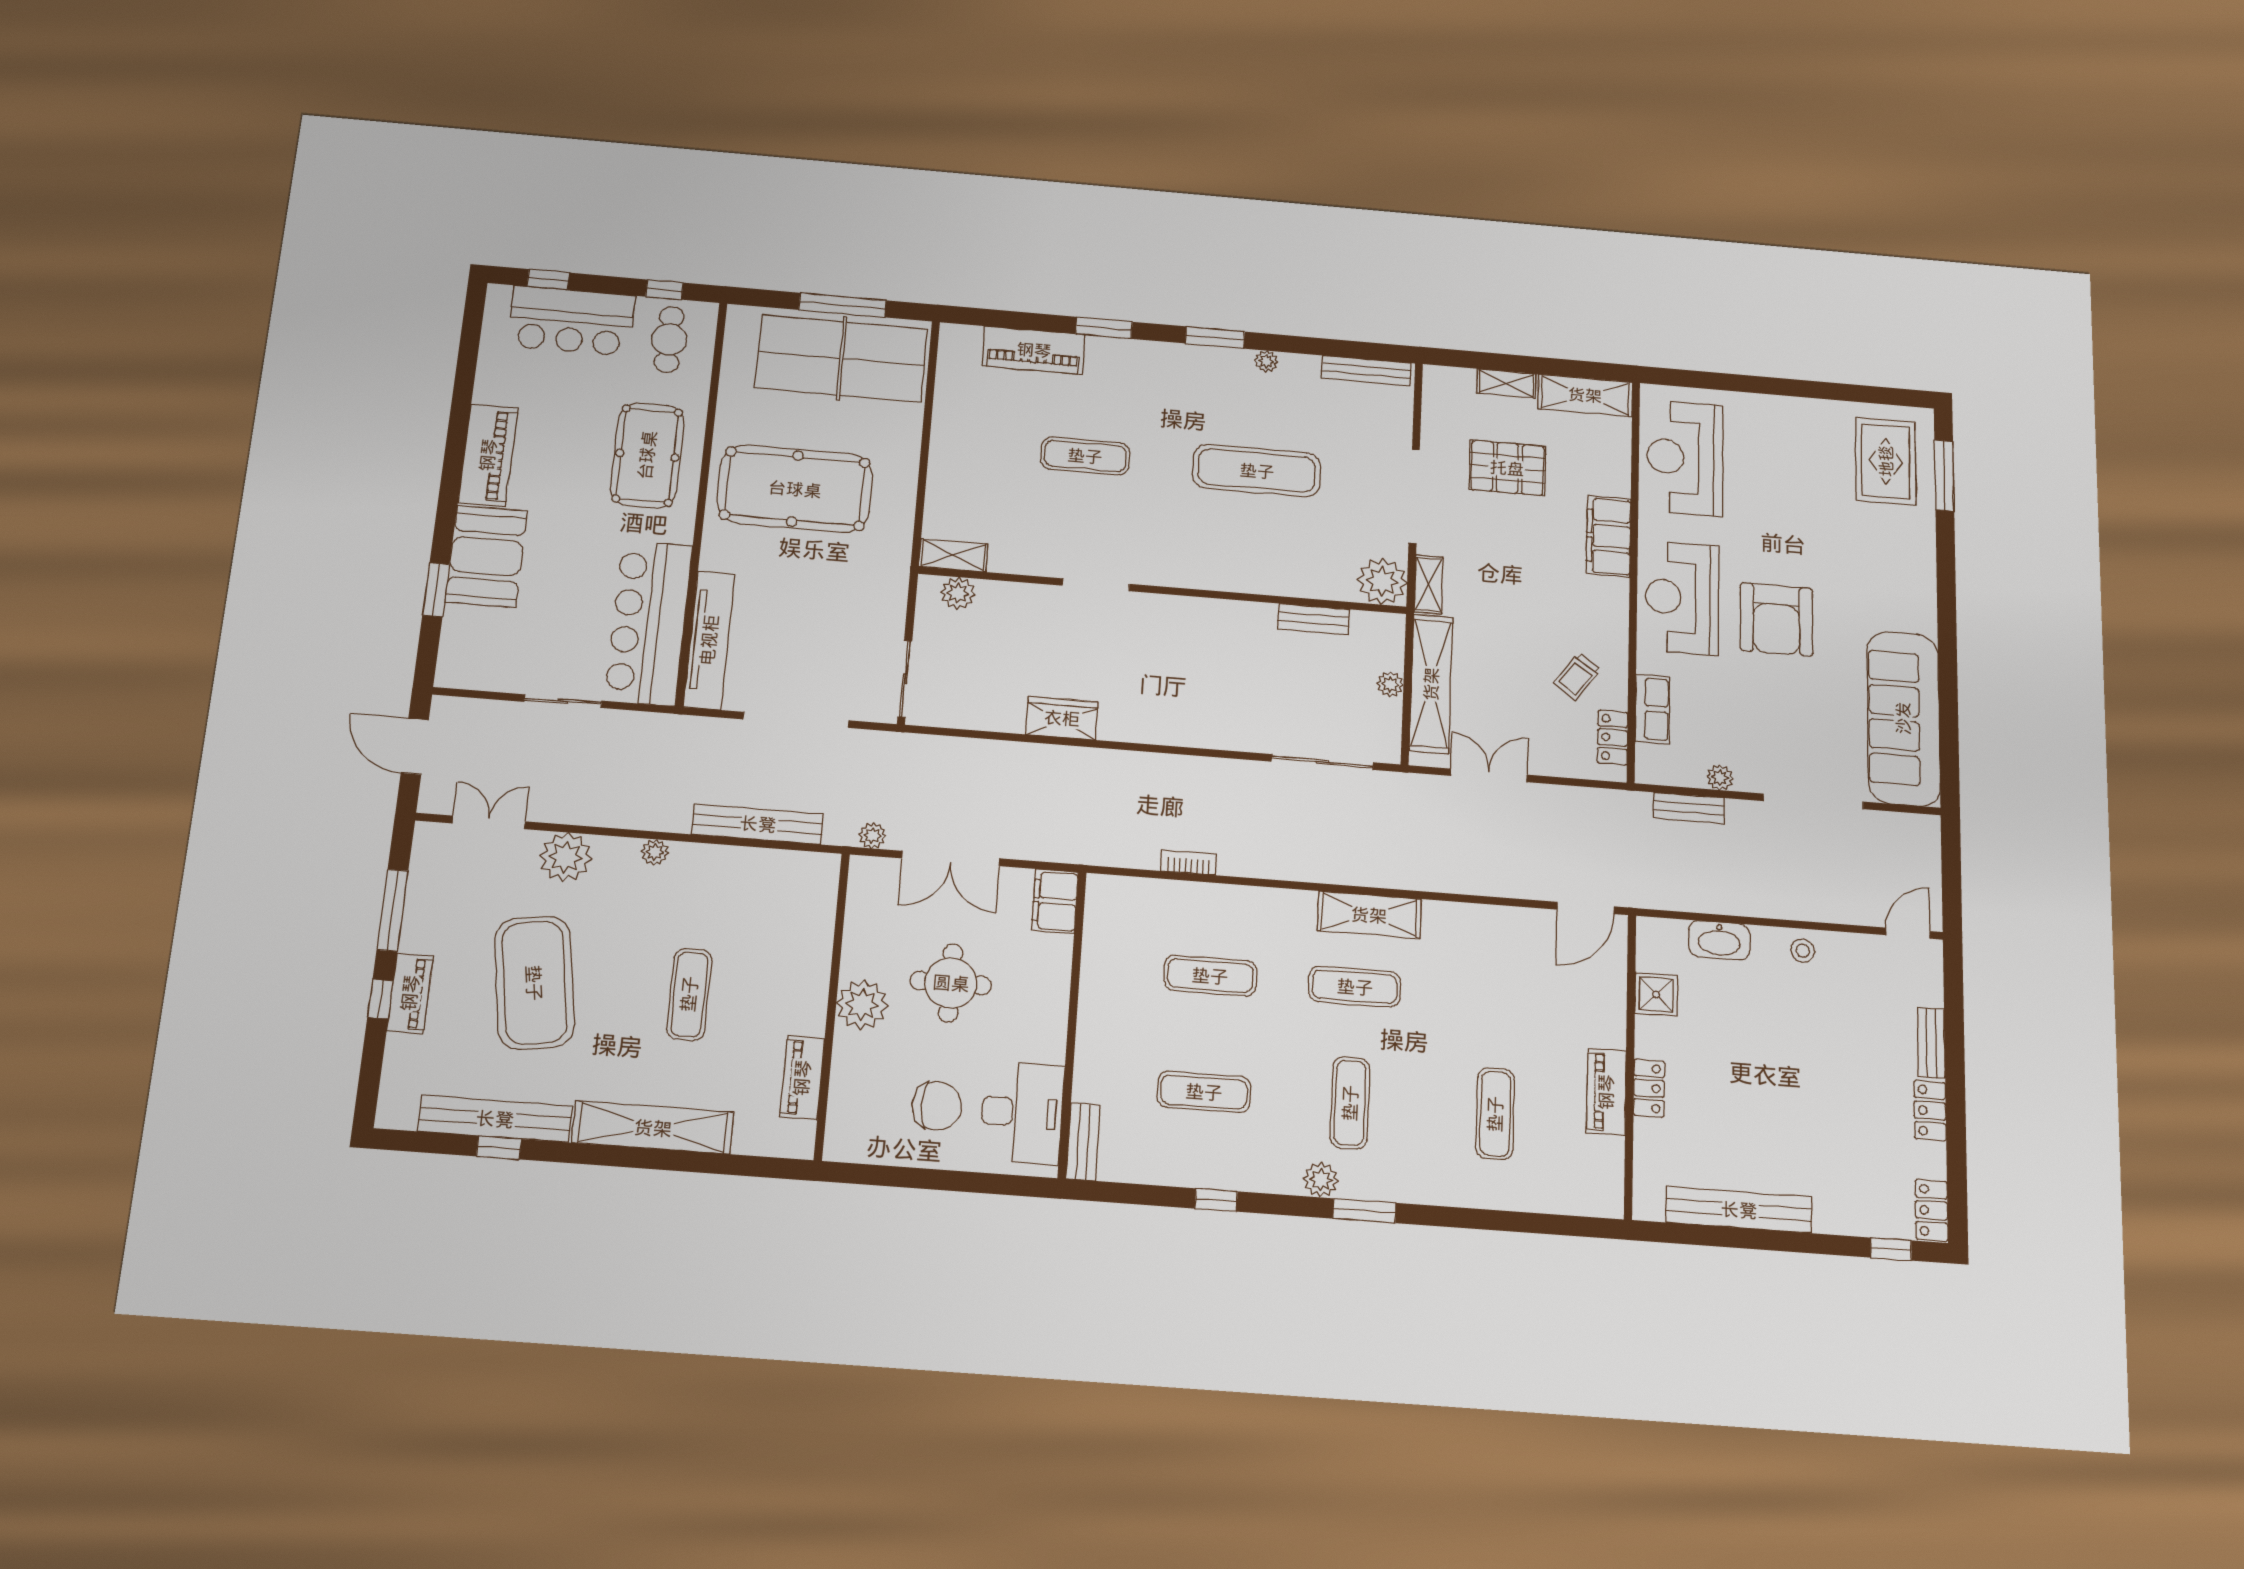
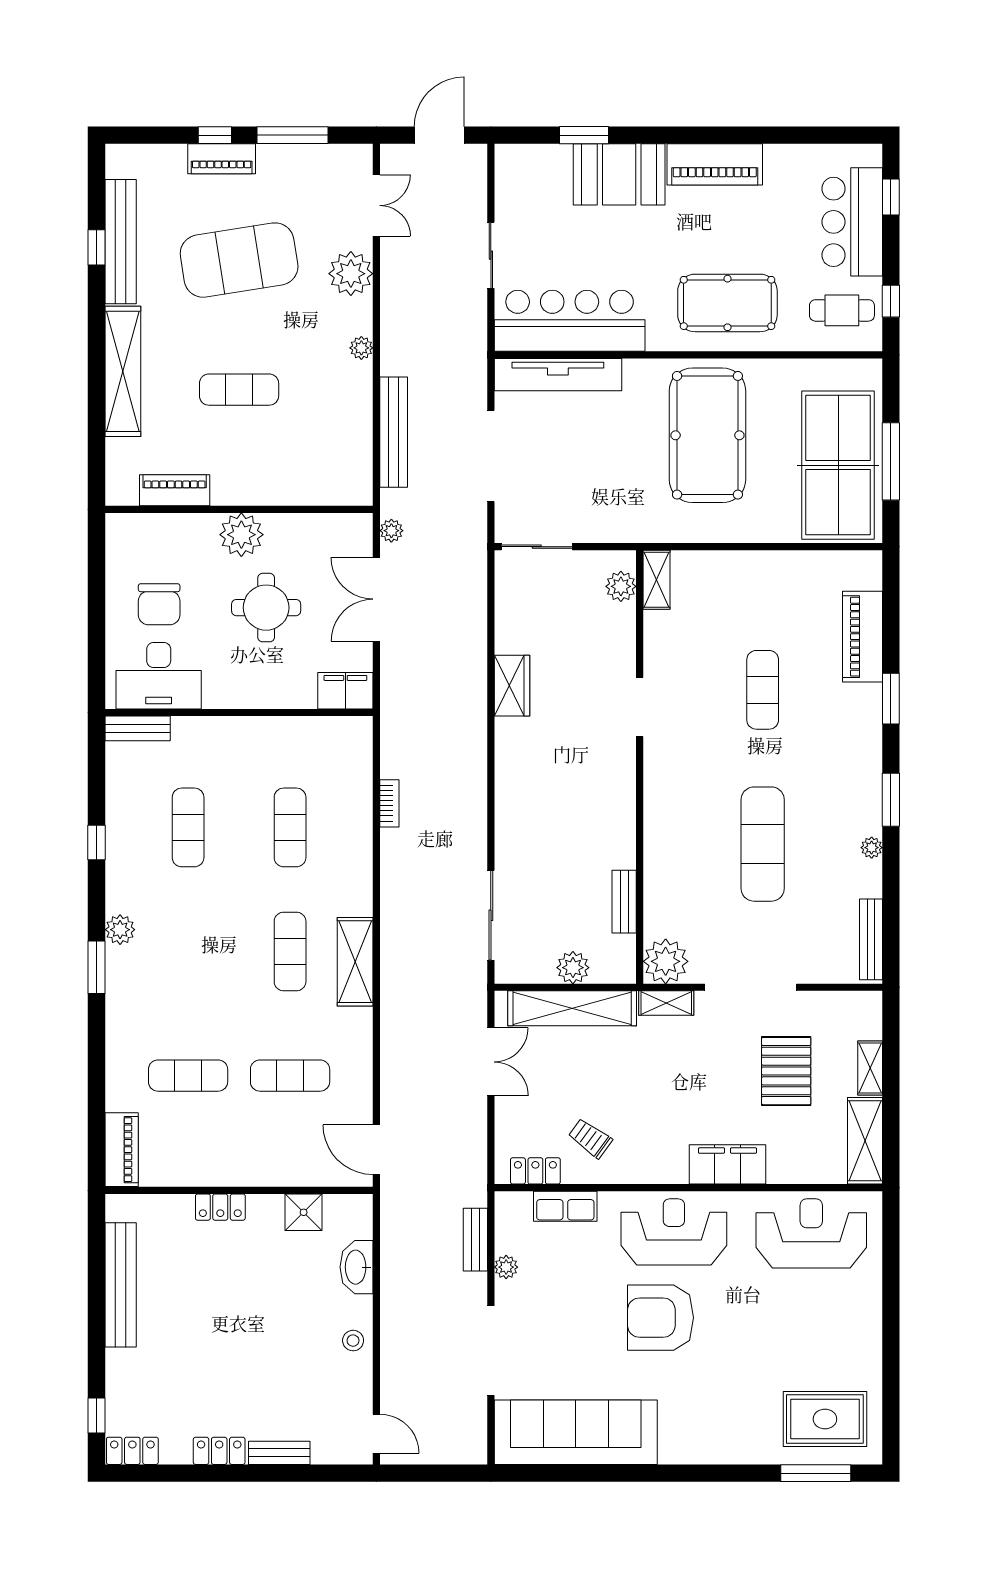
plant: (1390, 684) -> (573, 968), width x1.38, depth x1.38
piano: (1606, 1092) -> (122, 1150), moved, turned 90
exercise mat: (1350, 1103) -> (290, 1076), moved

